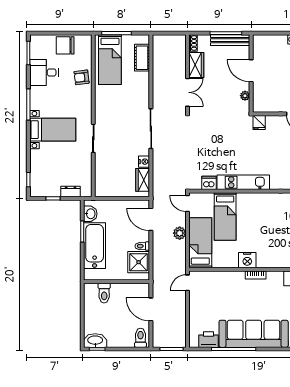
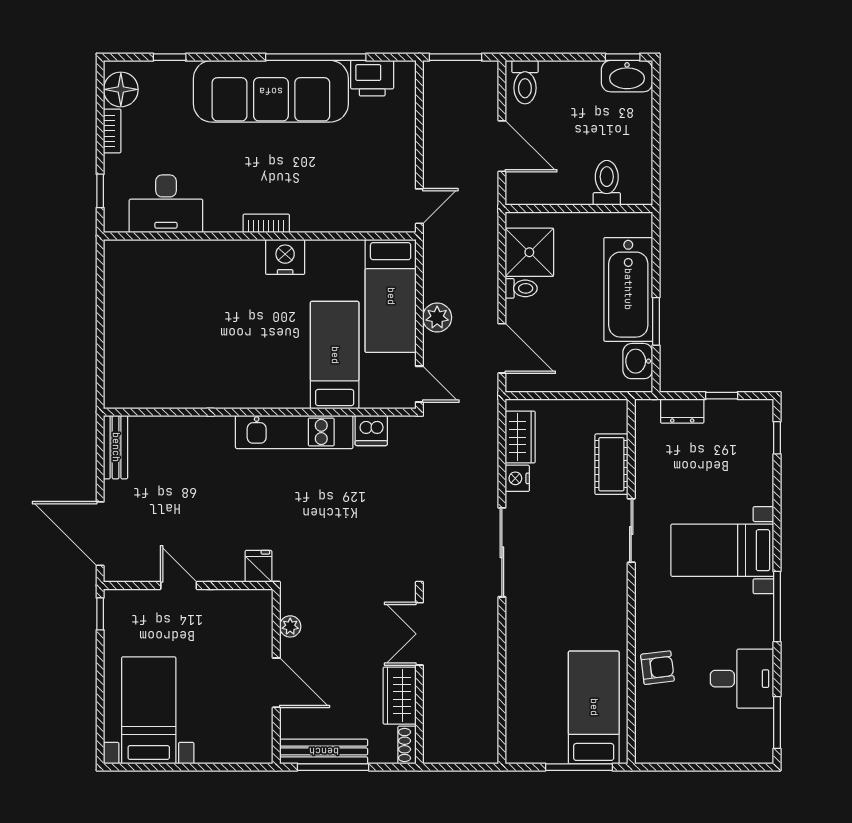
chair: (65, 45) -> (694, 739), removed
cot: (142, 58) -> (611, 464), moved

